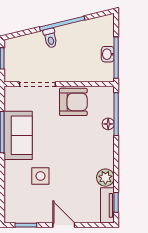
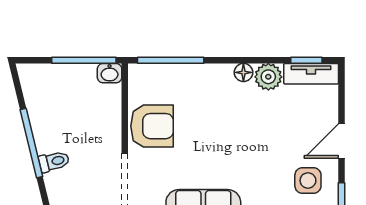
washbasin: (108, 54) -> (110, 73), moved
armchair: (73, 102) -> (152, 126), turned 90
floor lamp: (108, 124) -> (243, 72), moved
side table: (40, 176) -> (308, 180), moved

